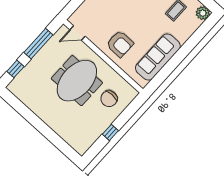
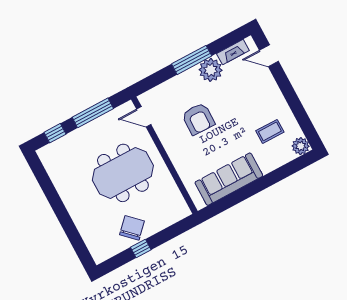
armchair: (120, 44) -> (198, 119), moved
chair: (109, 99) -> (132, 228), moved, turned 134

